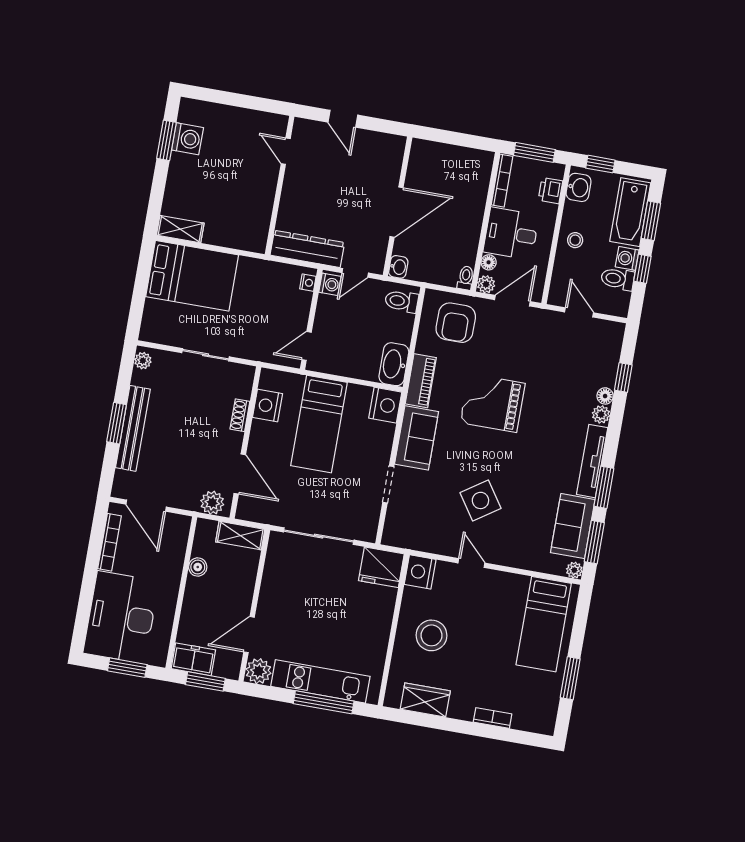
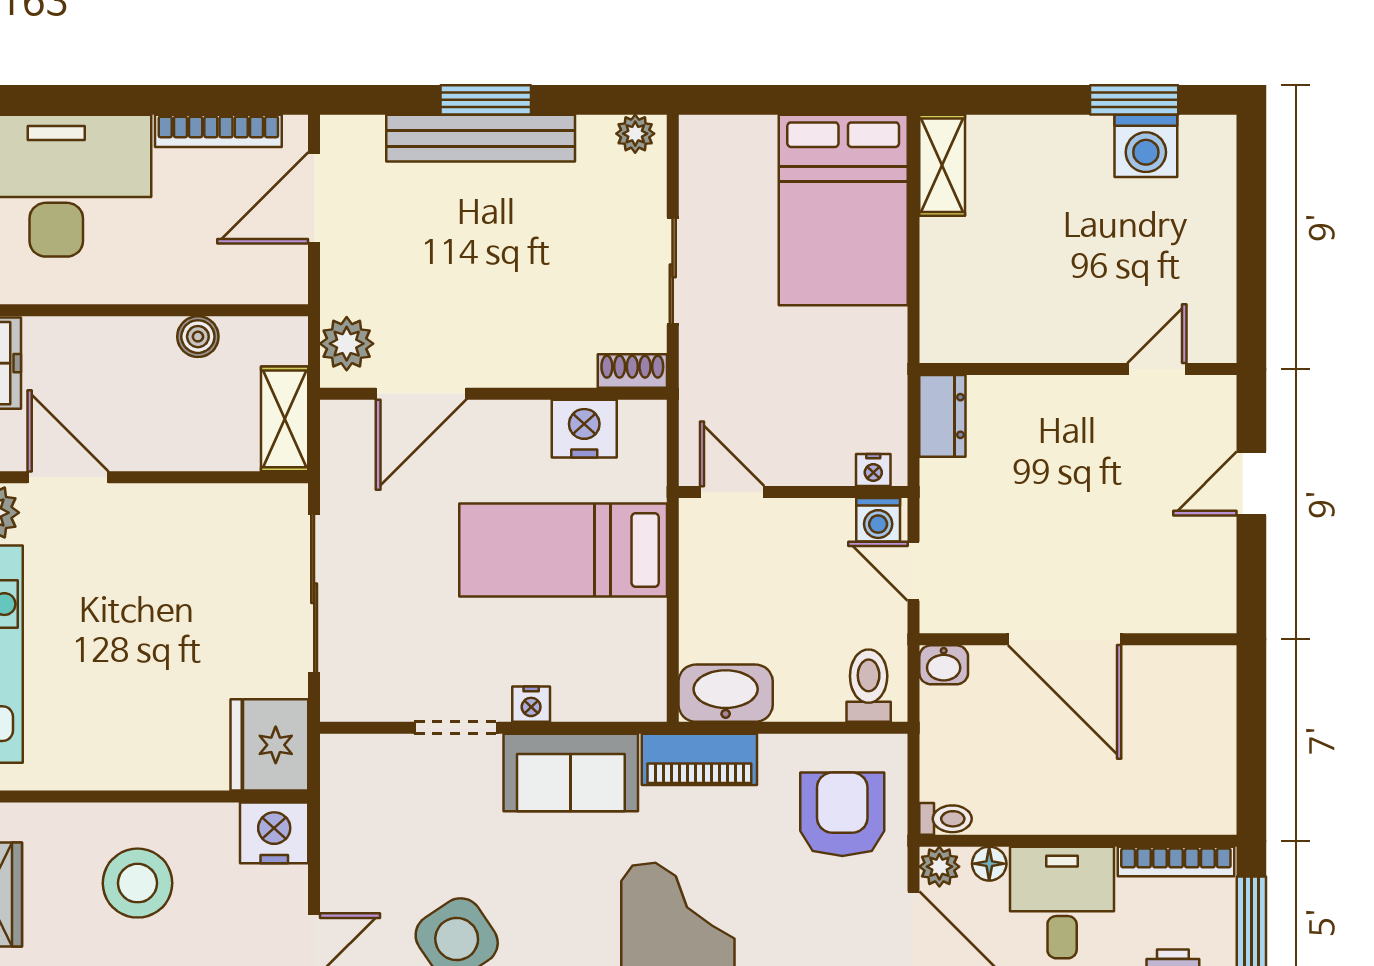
dresser: (307, 249) -> (942, 416), width x0.51, depth x0.80
armchair: (456, 323) -> (842, 814), turned 90
nightstand: (385, 405) -> (531, 704), moved, width x0.53, depth x0.56
shoe rack: (240, 415) -> (632, 371), moved

